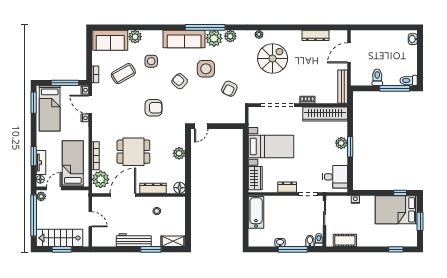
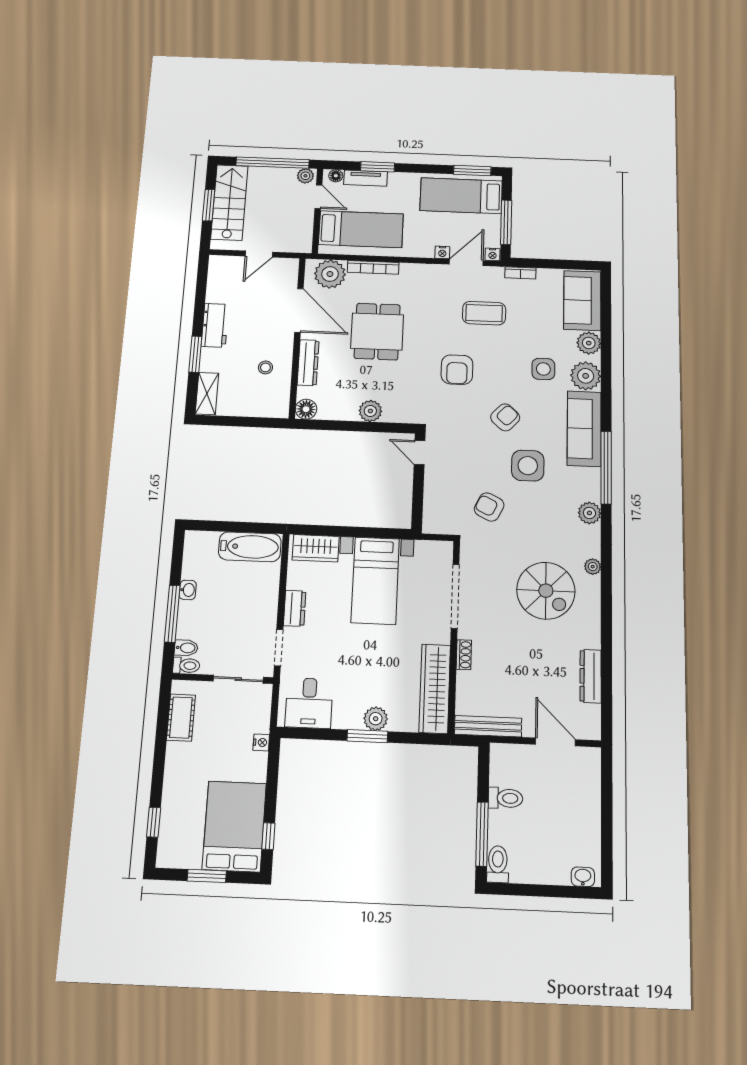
plant: (214, 38) -> (586, 376), moved
coffee table: (123, 74) -> (484, 313), moved, turned -60
workbench: (134, 240) -> (215, 325), width x0.73

